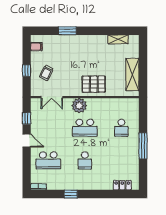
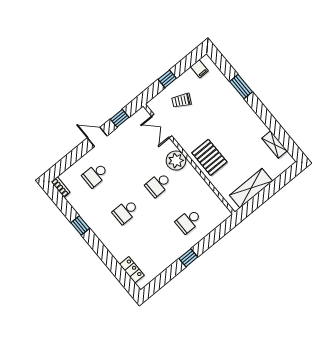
school desk: (85, 128) -> (158, 184), width x0.54
door: (27, 141) -> (97, 137), swing flipped
window: (143, 146) -> (188, 258), width x0.46
school desk: (48, 160) -> (95, 175), width x0.54

